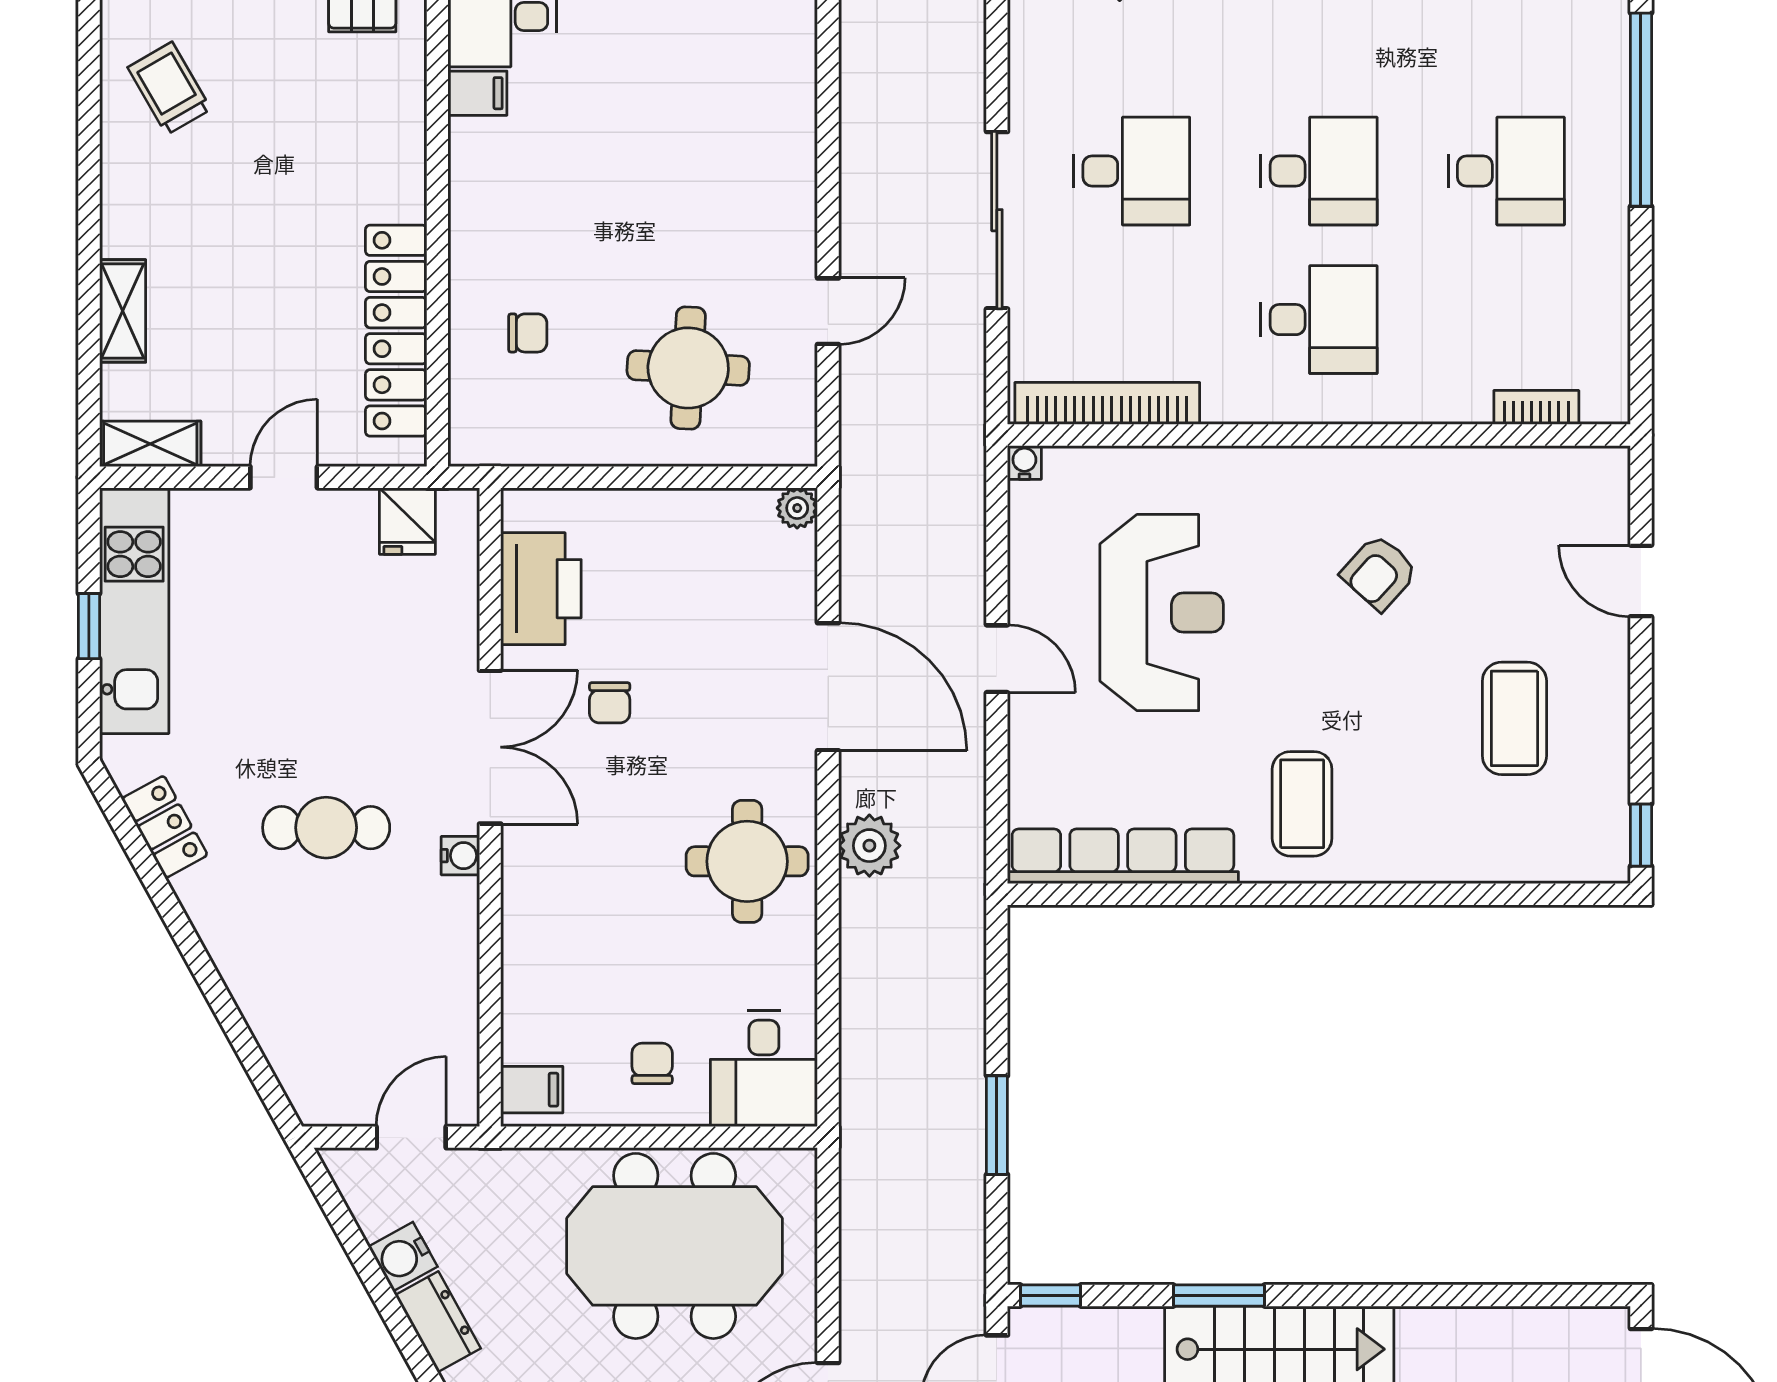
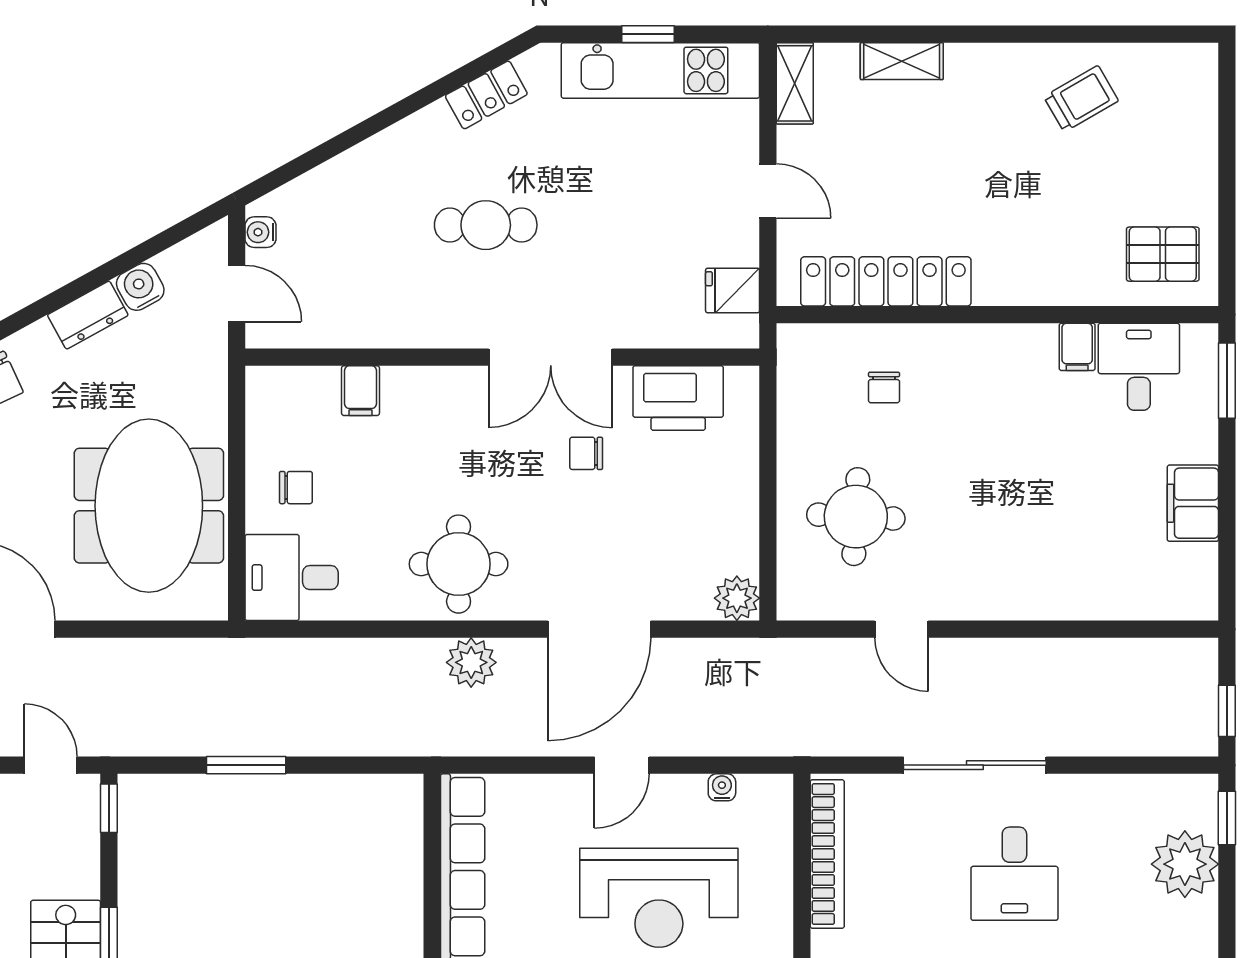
water cooler: (1024, 462) -> (722, 787), moved, turned -90
plant: (797, 508) -> (737, 598), width x1.38, depth x1.38
cafe table: (326, 828) -> (486, 225), turned 90
water cooler: (460, 856) -> (260, 232), moved, turned 90
filing cabinet: (532, 1090) -> (361, 391), moved

